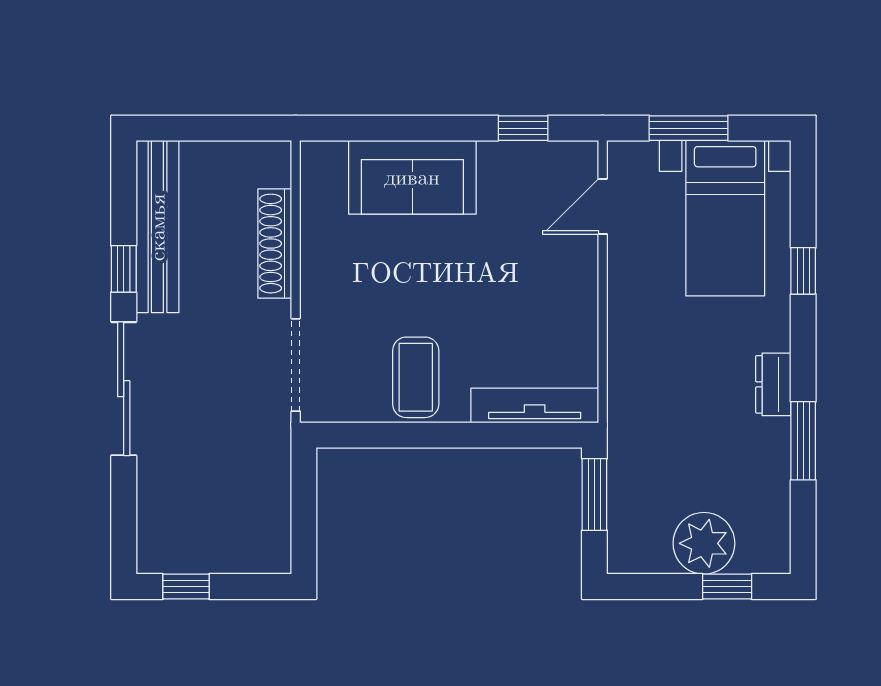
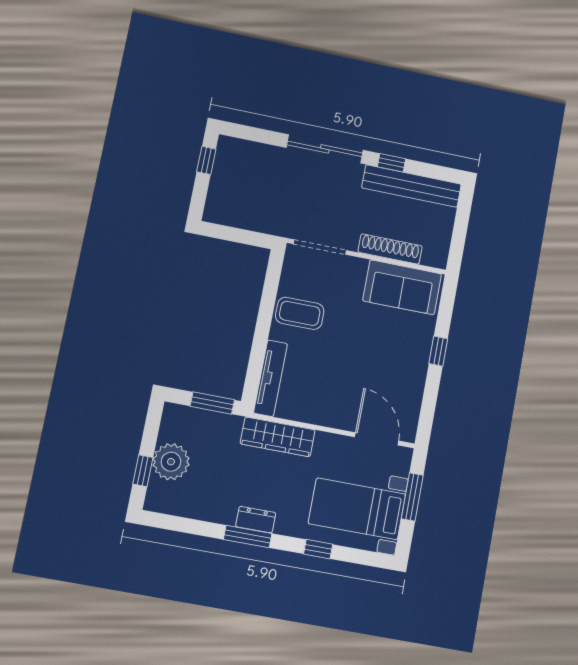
window: (523, 128) -> (438, 351), moved
sofa: (412, 177) -> (402, 287), moved, turned -90
door: (603, 206) -> (377, 439), width x1.38
wardrobe: (630, 374) -> (278, 437), added
window: (803, 441) -> (248, 536), moved

